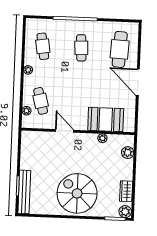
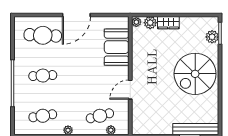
plant: (102, 138) -> (136, 22), moved
wardrobe: (126, 191) -> (168, 23), moved
plant: (125, 212) -> (212, 37), moved

